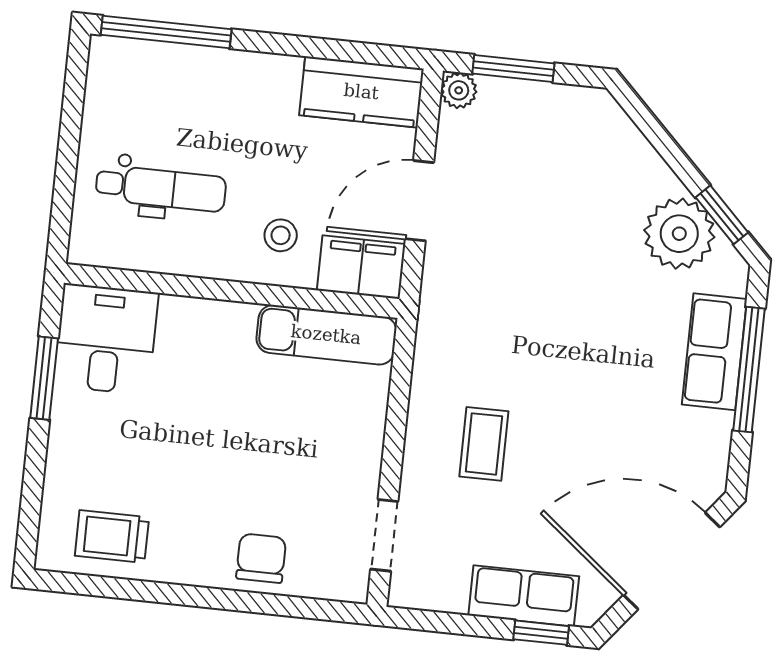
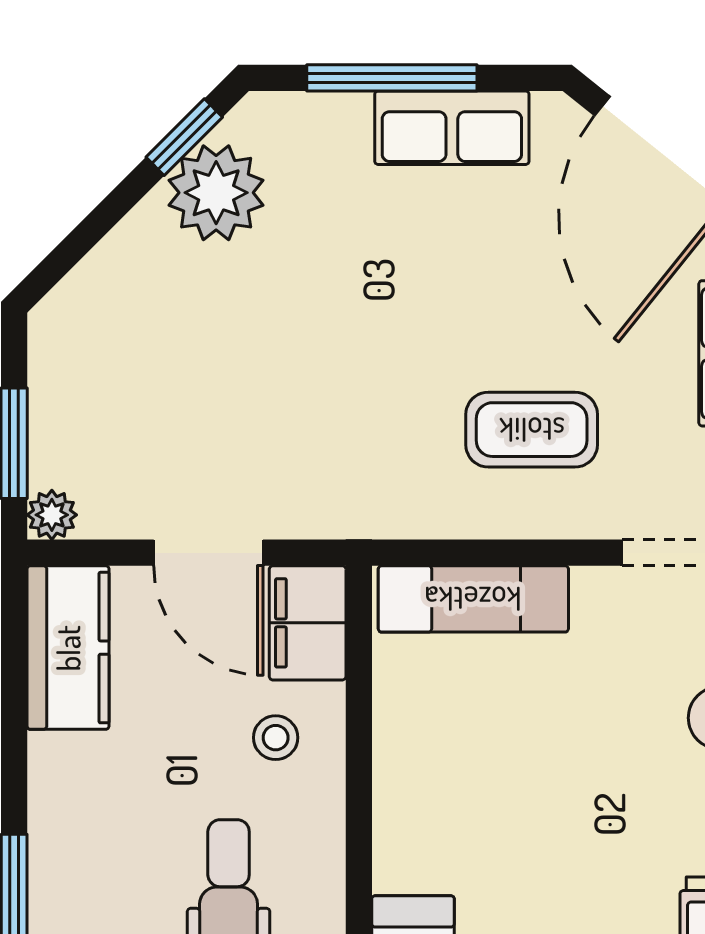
exam couch: (326, 335) -> (473, 599), moved, turned 90
row of seats: (714, 352) -> (452, 128), moved
coffee table: (484, 444) -> (532, 430), width x1.36, depth x1.30

